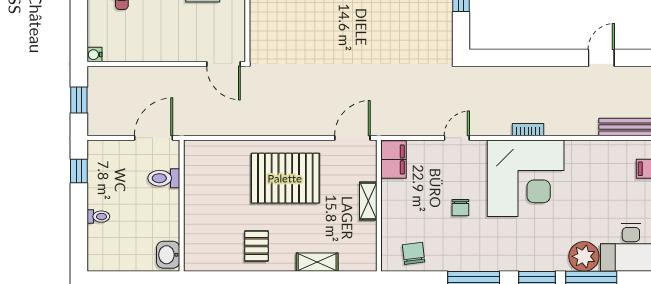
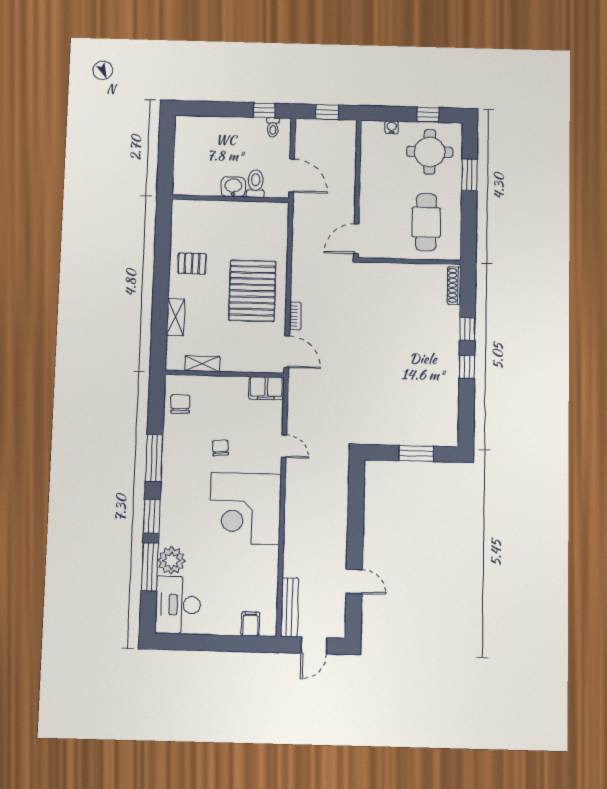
water cooler: (95, 55) -> (392, 127), moved
bookcase: (528, 130) -> (295, 316), moved
shelving: (368, 201) -> (202, 364), moved
chair: (460, 208) -> (220, 448), turned 85
toilet: (98, 217) -> (273, 127), moved
chair: (413, 253) -> (180, 404), turned -84
washbasin: (168, 255) -> (233, 187), moved

